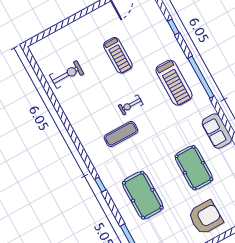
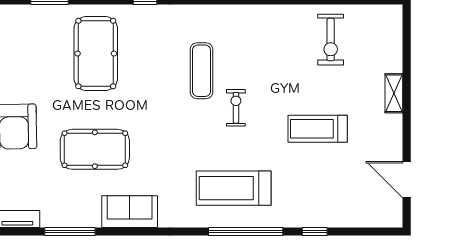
shelving: (77, 25) -> (394, 93), added
window: (201, 77) -> (246, 232), moved
pool table: (143, 195) -> (96, 53), turned 90

